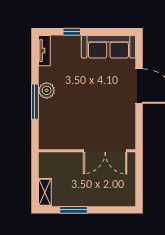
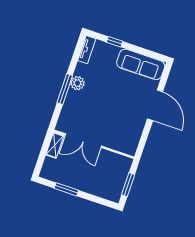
double door: (105, 151) -> (83, 141), moved
window: (139, 182) -> (128, 185), added
shelving: (45, 192) -> (55, 145), moved

